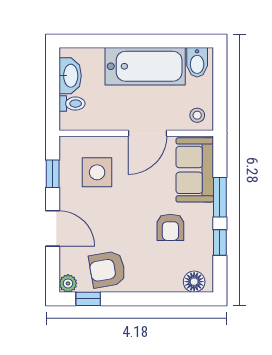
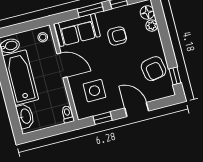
washbasin: (70, 76) -> (25, 116), moved, turned 90
toilet: (72, 104) -> (68, 114), moved
door: (53, 228) -> (137, 109), hinge flipped
plant: (68, 283) -> (152, 26), moved

